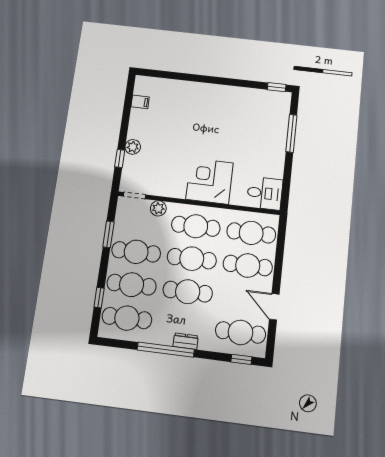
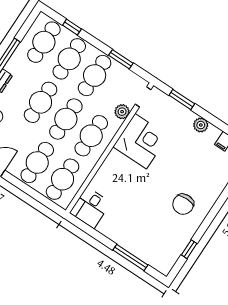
window: (277, 87) -> (189, 249), moved
chair: (217, 110) -> (183, 204), added
plant: (133, 147) -> (201, 125), moved
window: (120, 158) -> (182, 100), width x1.50
corner desk: (209, 181) -> (141, 141), moved

